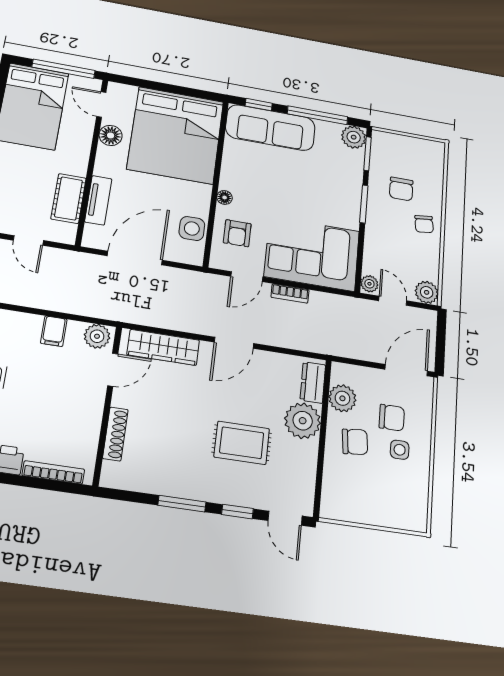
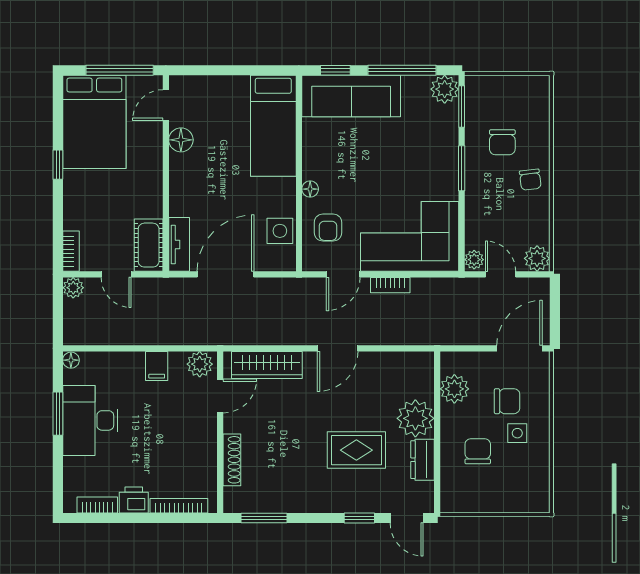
door: (101, 104) -> (166, 105), hinge flipped
bed: (176, 135) -> (273, 126), width x0.49
cot: (68, 198) -> (149, 245), moved
tv unit: (98, 200) -> (179, 244), moved
dresser: (313, 382) -> (422, 460), moved
chair: (355, 442) -> (478, 451), moved, turned -84
window: (182, 504) -> (264, 518), moved

